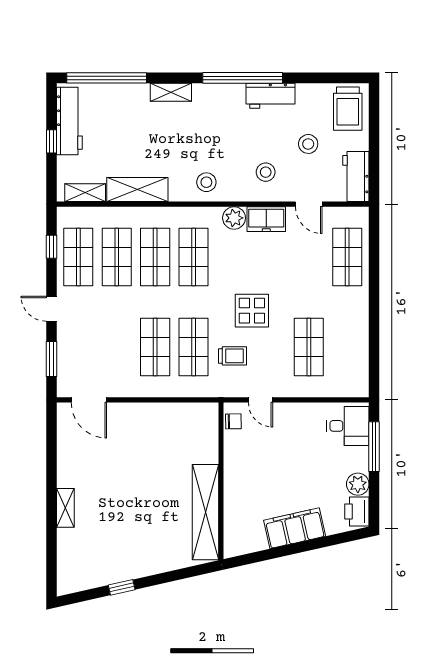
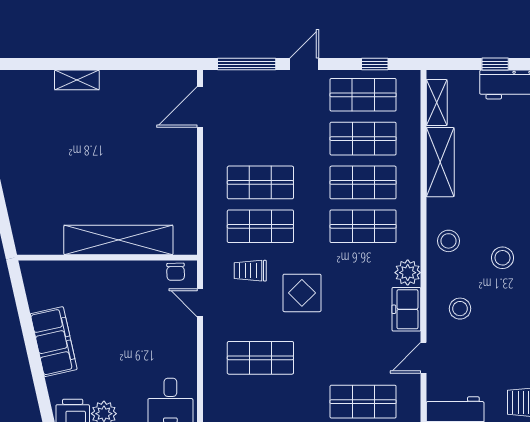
stool: (308, 144) -> (502, 258), moved
trolley: (232, 356) -> (250, 271), turned 90
window: (51, 359) -> (247, 64), width x1.44
door: (261, 400) -> (200, 303), hinge flipped
shelving: (206, 512) -> (118, 240), moved

